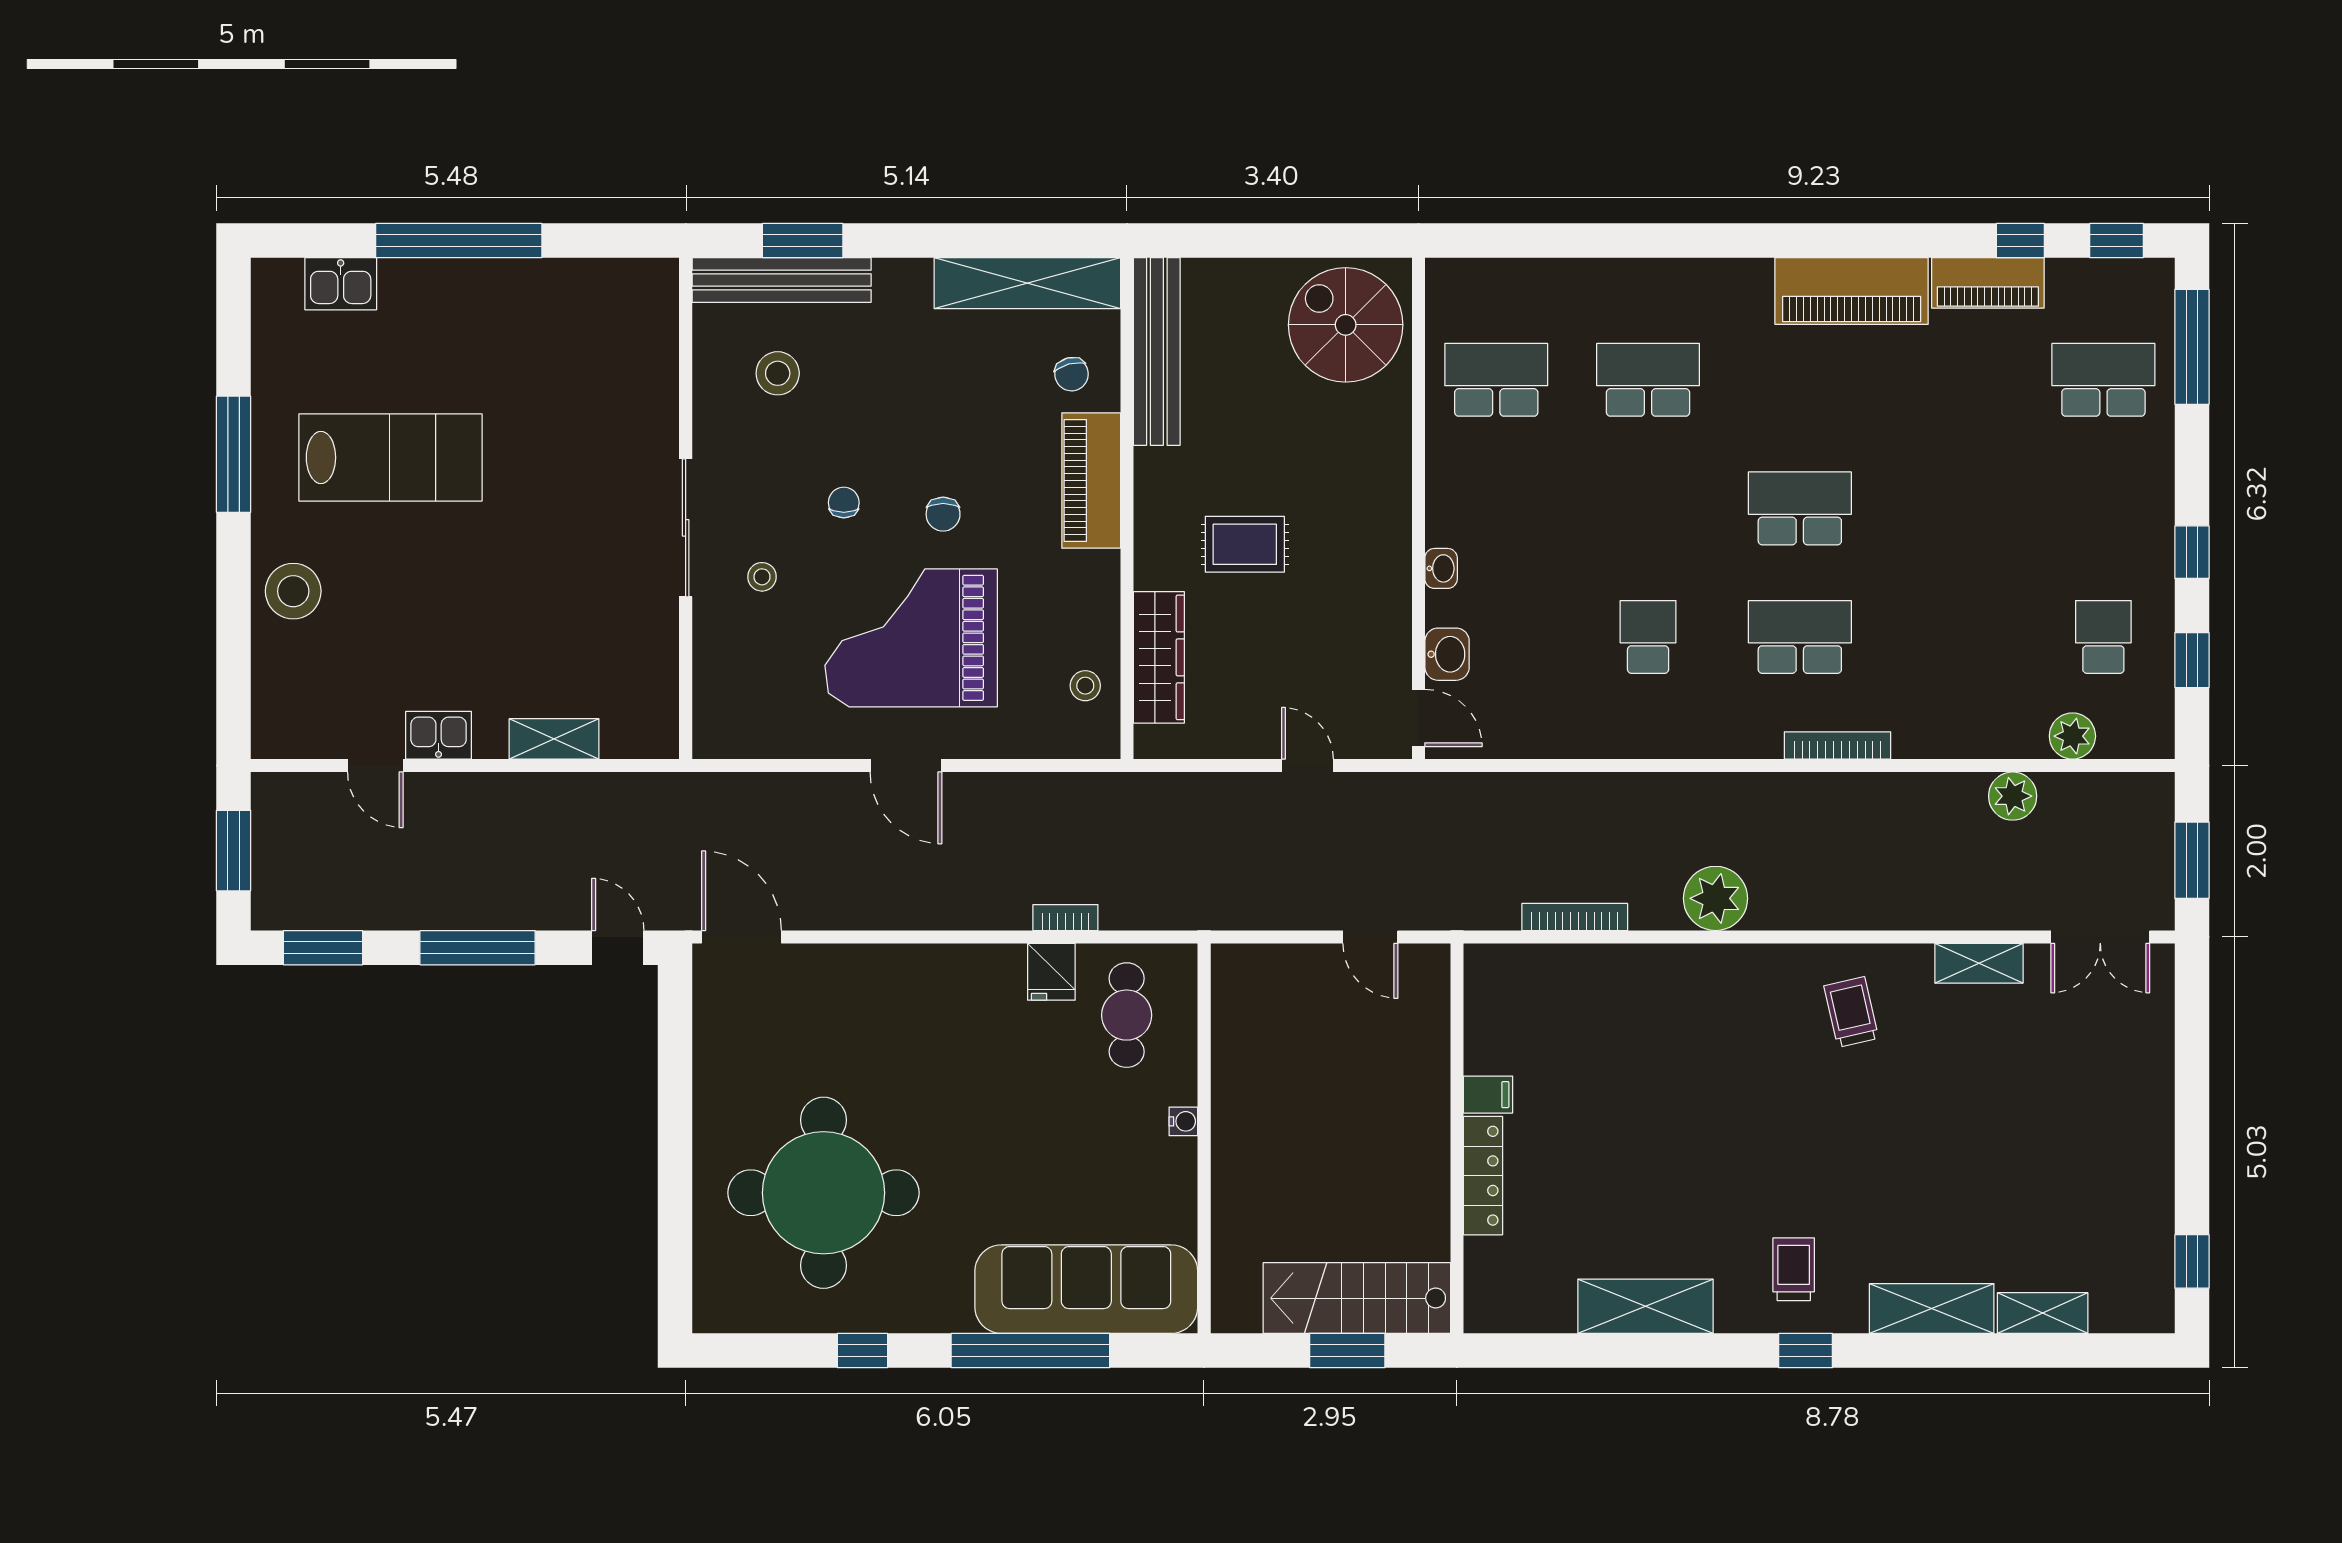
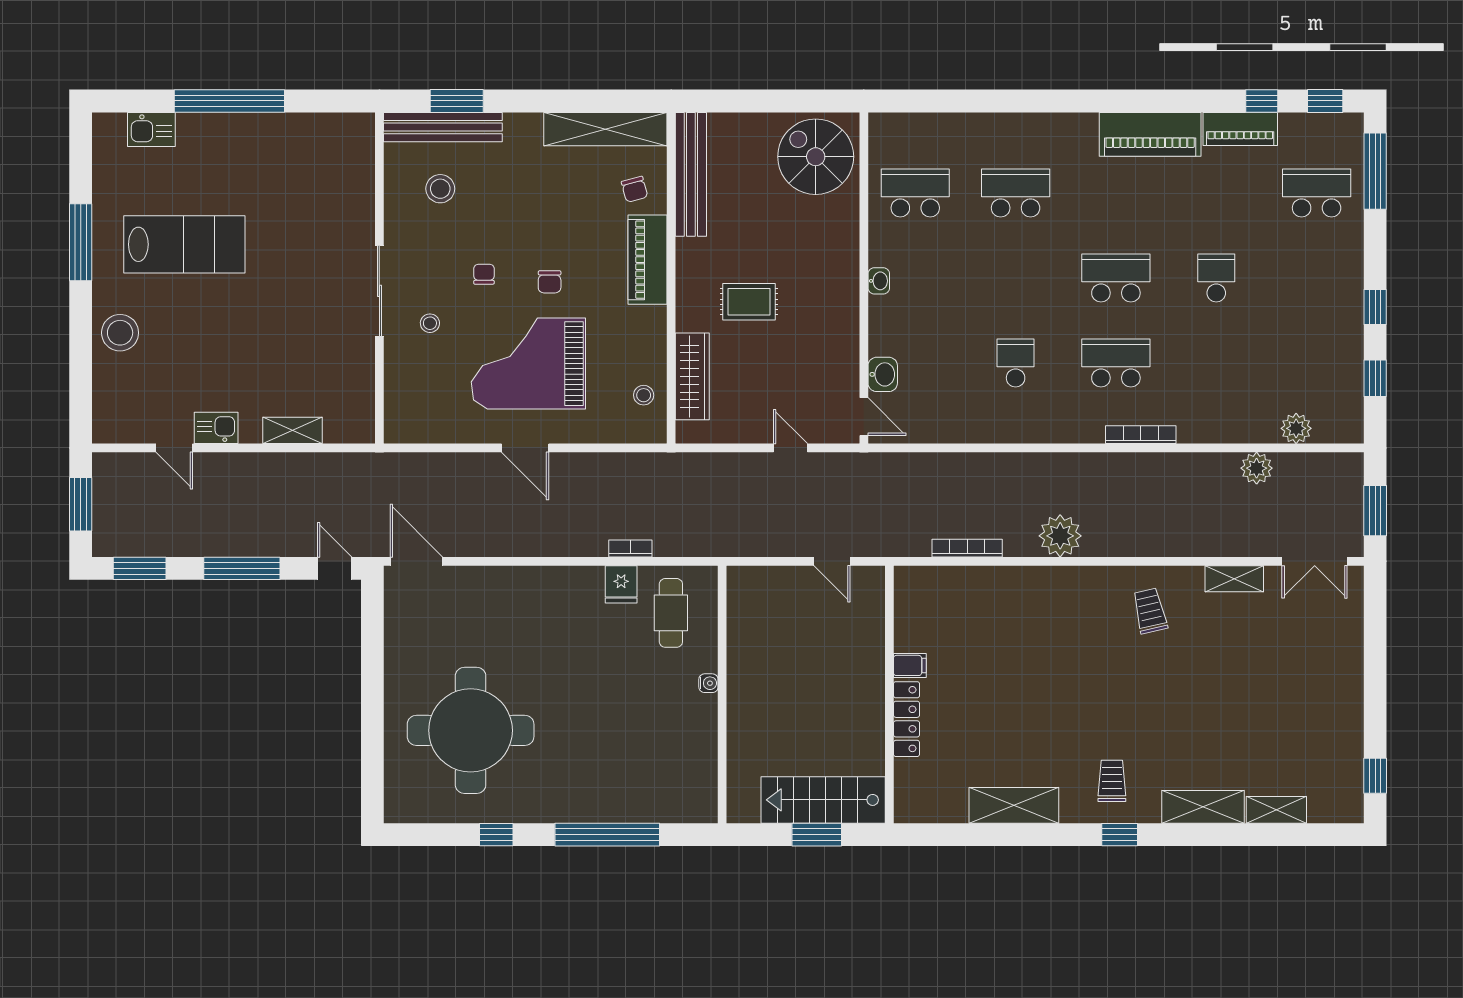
washbasin: (1441, 568) -> (879, 281), moved
school desk: (2103, 637) -> (1216, 278), moved
sofa: (1086, 1289) -> (644, 794), removed

